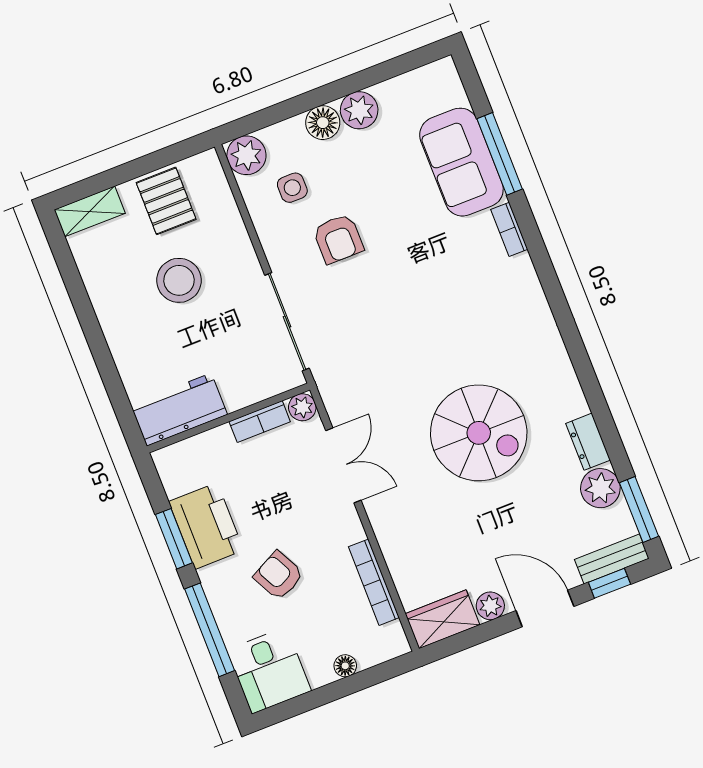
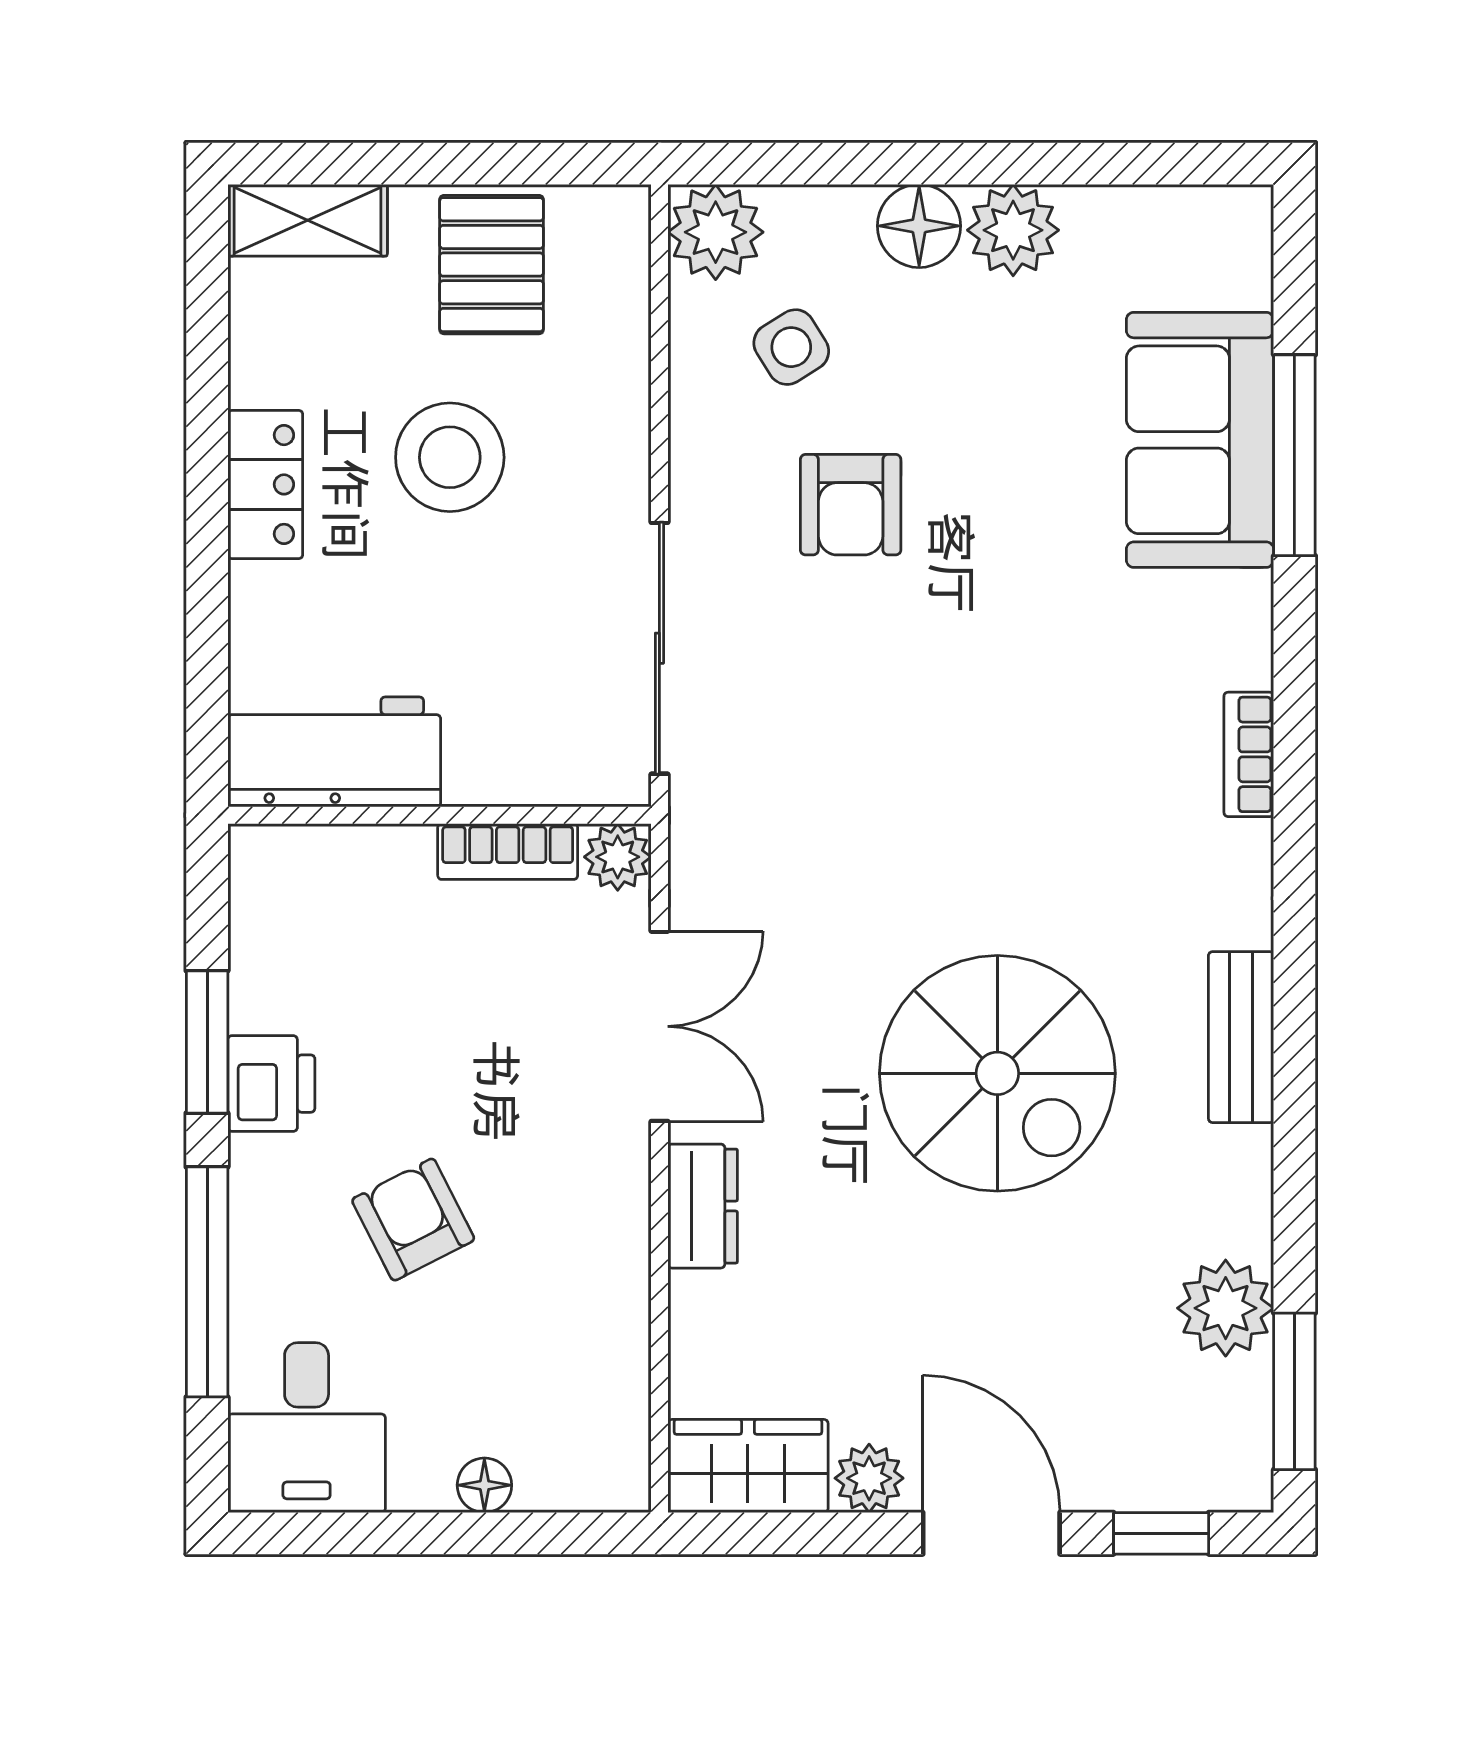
side table: (292, 188) -> (791, 347), turned -32
bookcase: (509, 229) -> (1249, 754), moved
locker: (113, 318) -> (265, 484), added
dresser: (588, 442) -> (703, 1206), moved, turned 180
printer: (206, 526) -> (271, 1084), width x0.53, depth x0.68
bench: (612, 559) -> (1241, 1037), moved, turned 90
bookcase: (374, 582) -> (625, 1320), removed

